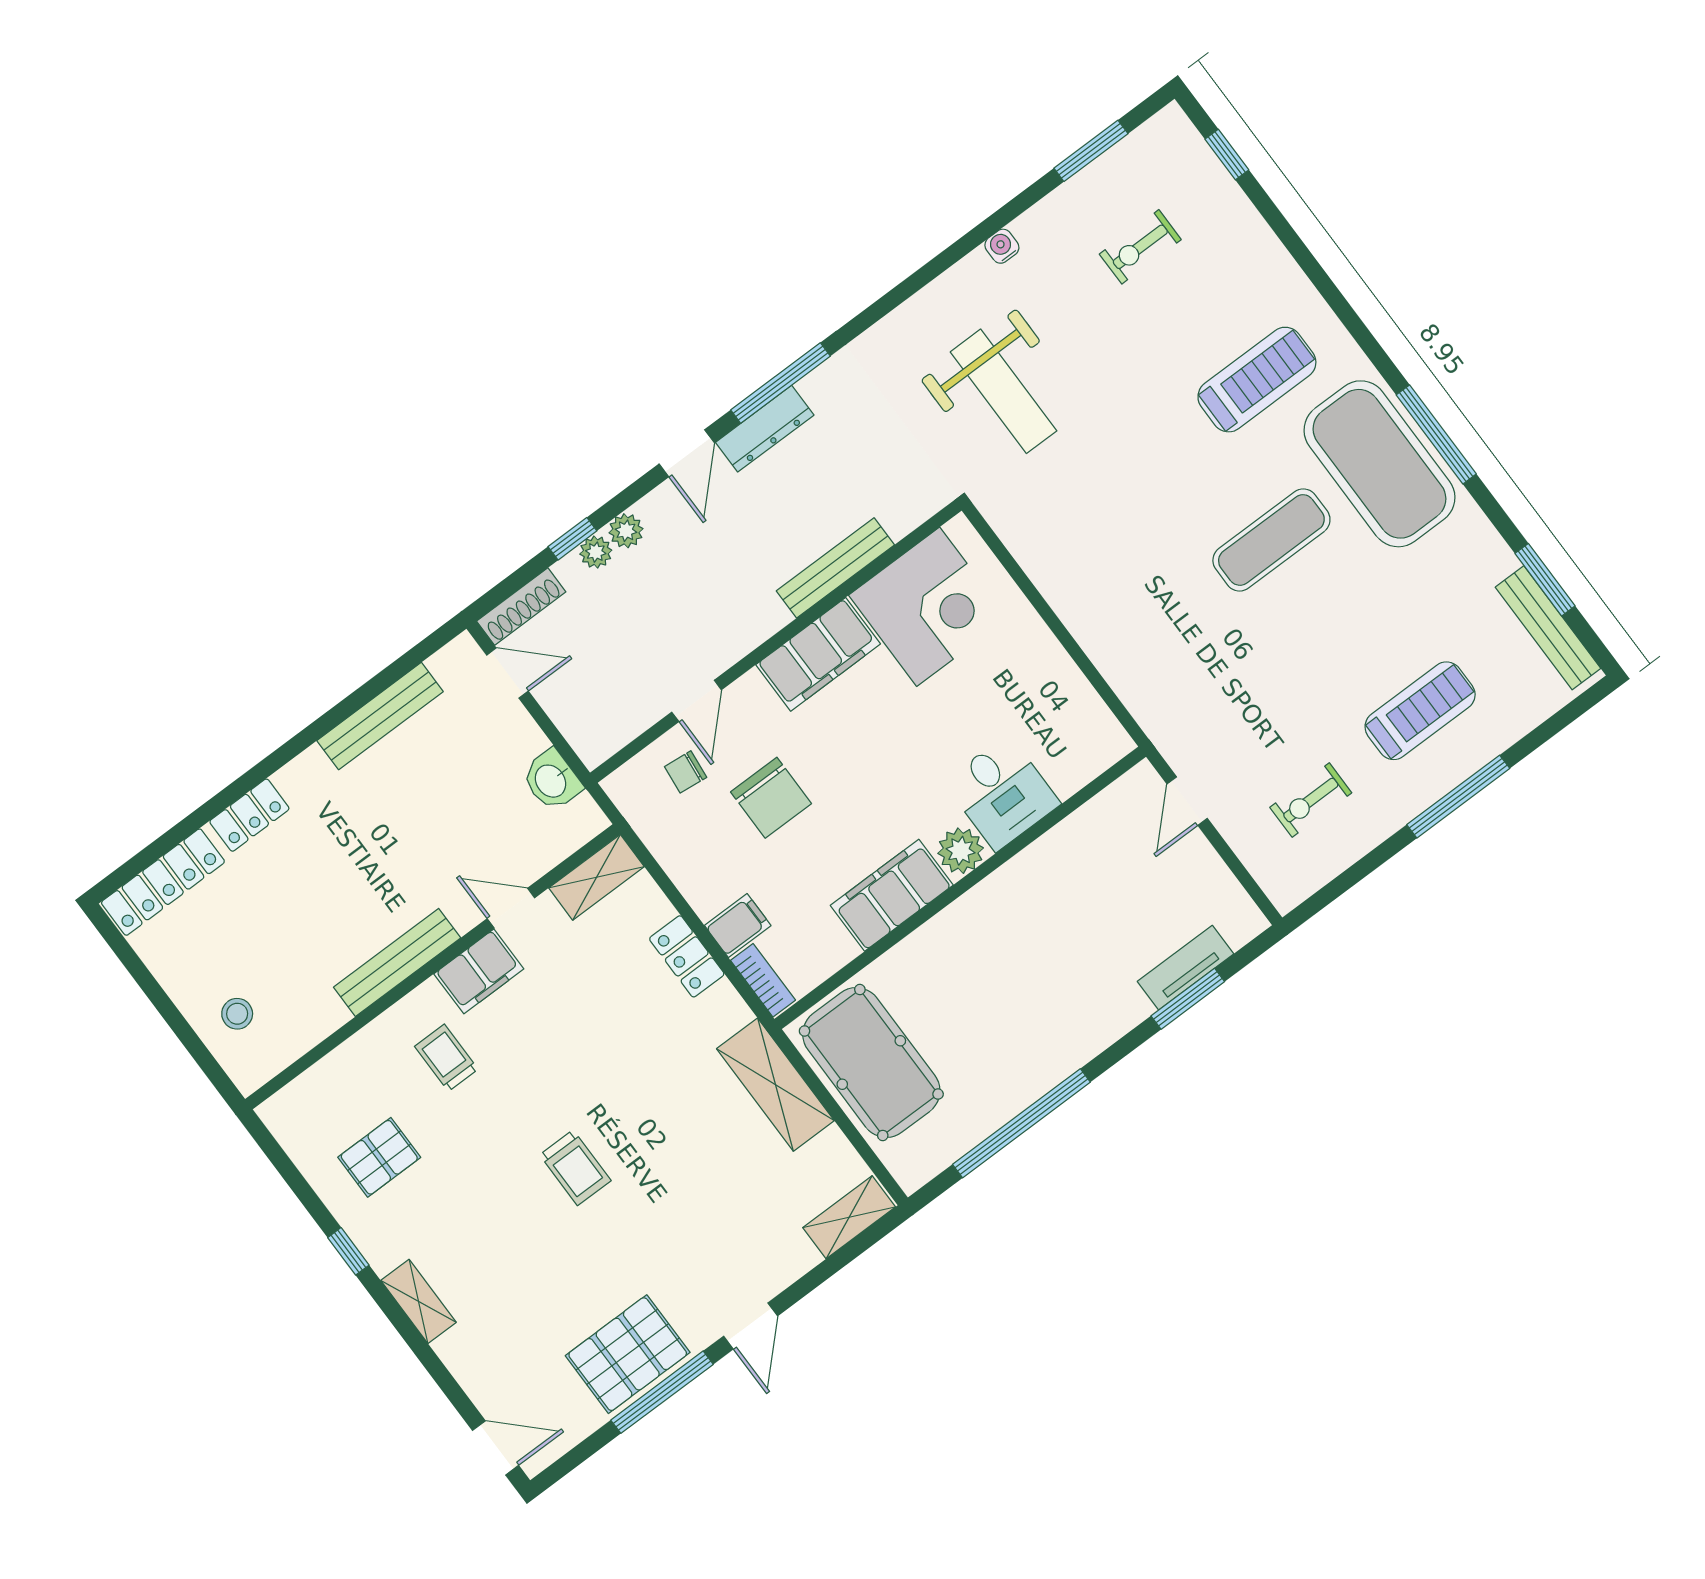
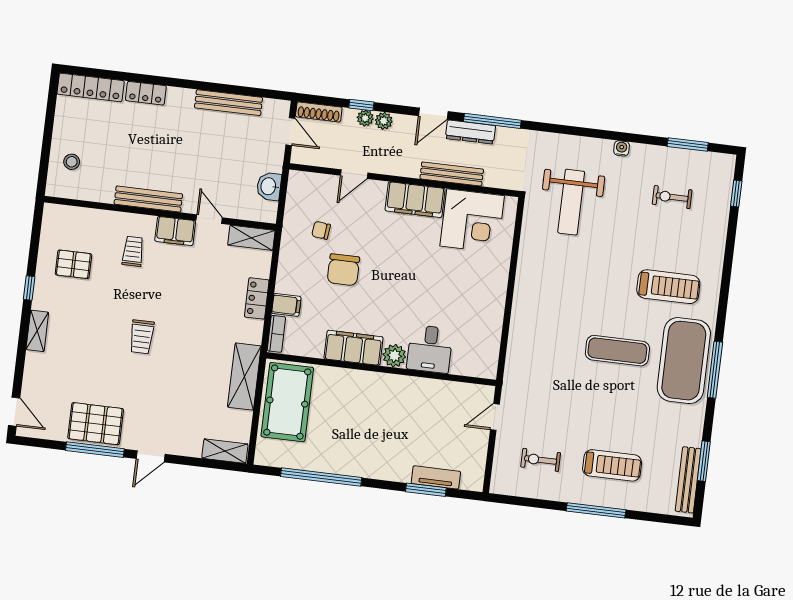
bench: (835, 568) -> (452, 174), moved
corner desk: (928, 607) -> (472, 221), moved
wall: (776, 642) -> (404, 180), moved
filing cabinet: (818, 654) -> (415, 200), moved
door: (697, 701) -> (354, 174), moved

